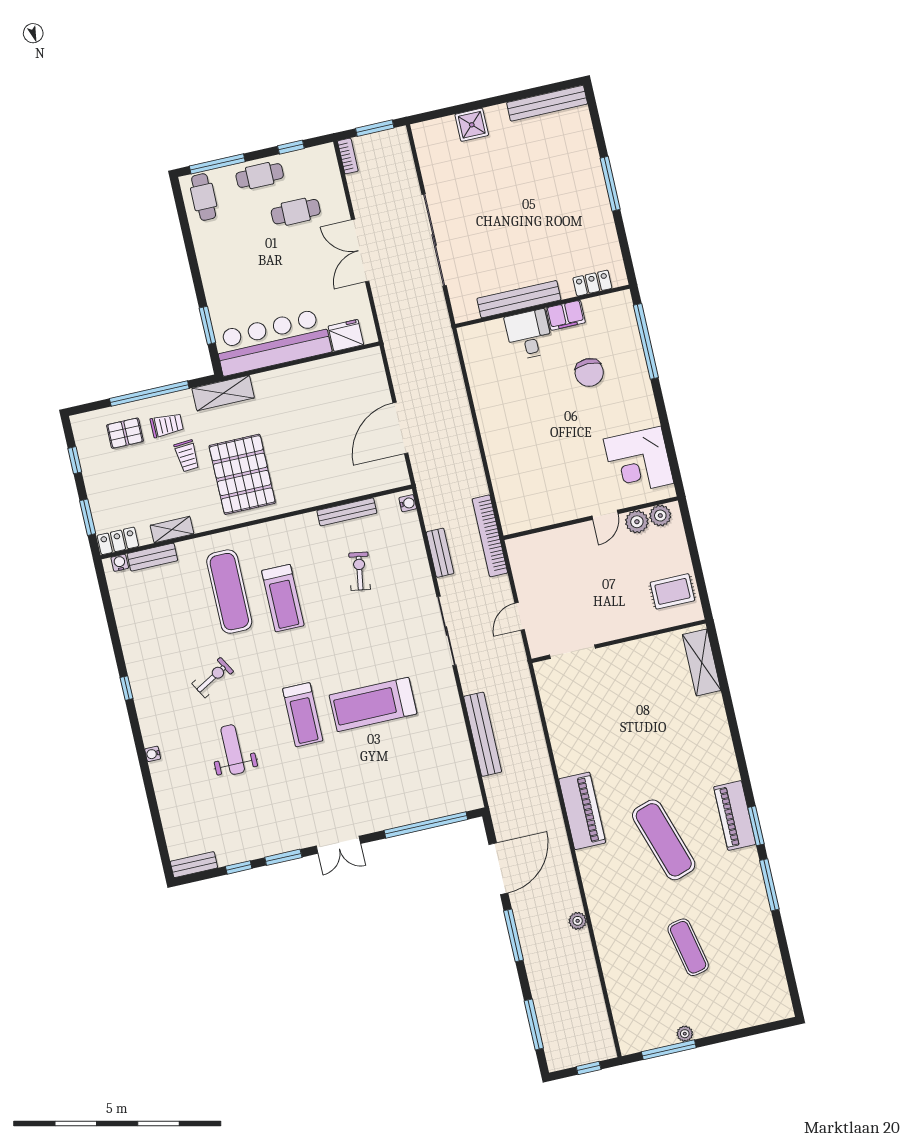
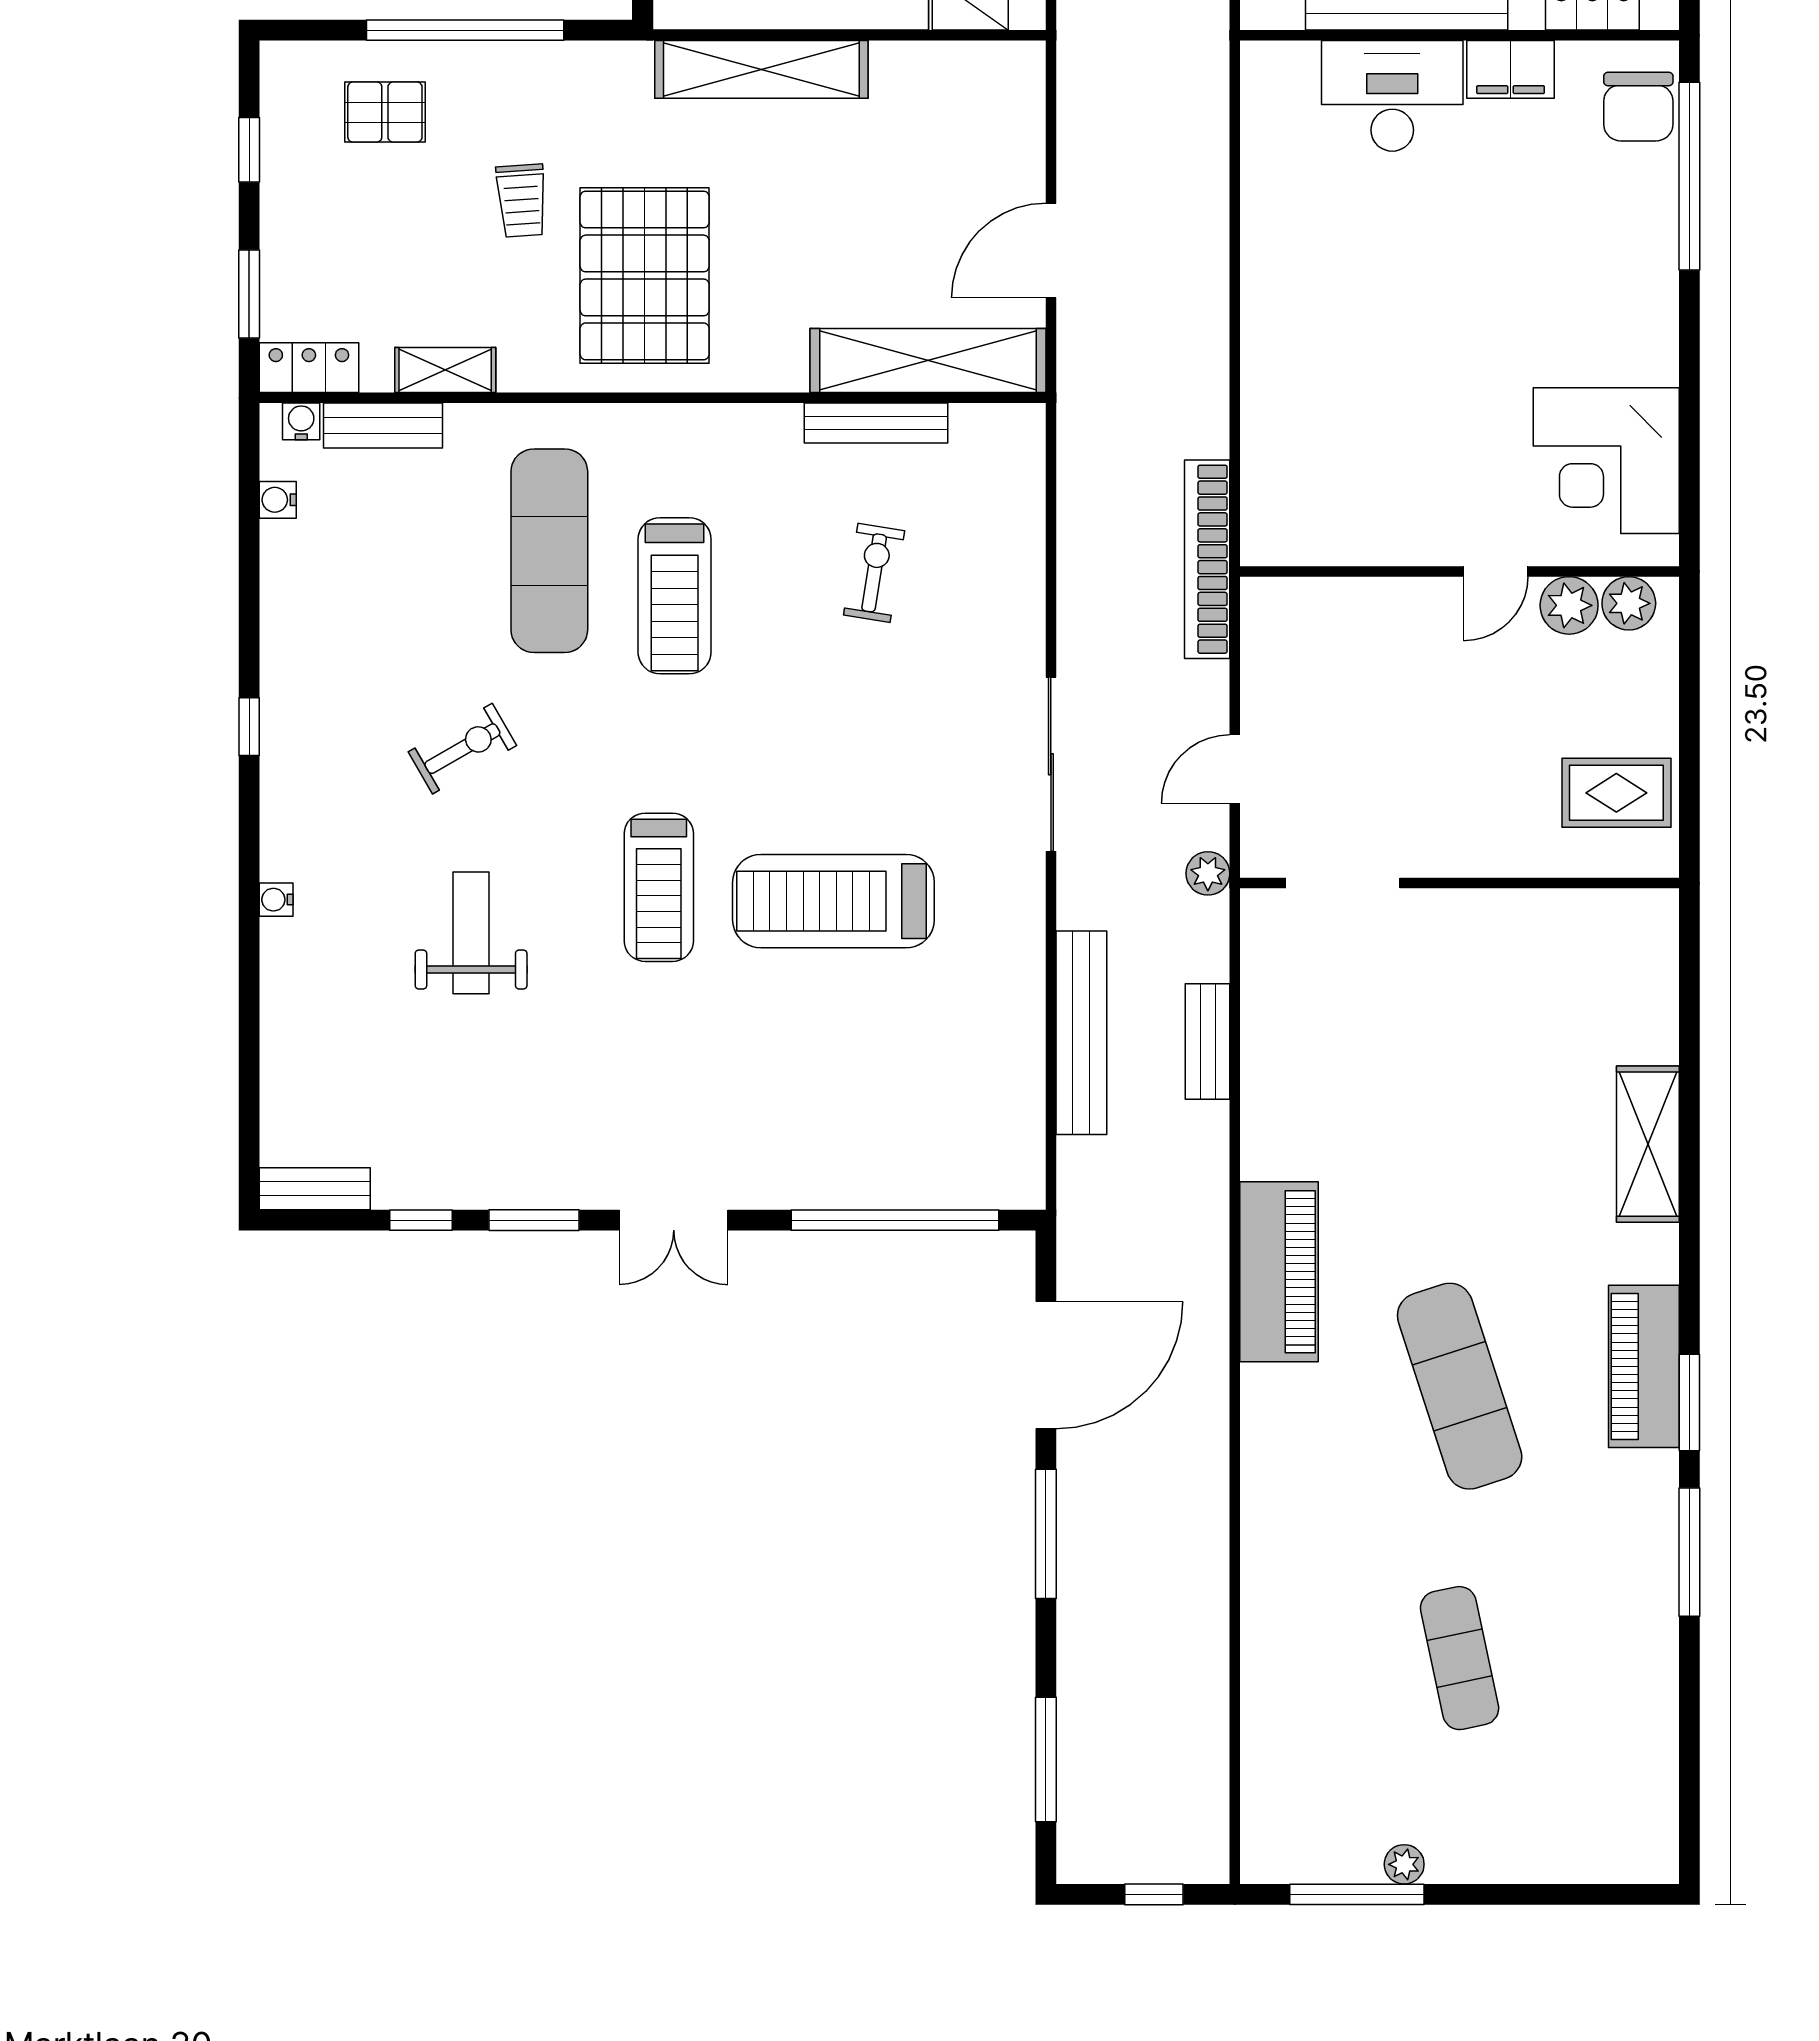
desk: (529, 335) -> (1392, 96), width x1.37
chair: (589, 372) -> (1638, 107), moved
shelving: (223, 393) -> (761, 69), moved, width x1.47
trolley: (167, 425) -> (490, 116), removed
door: (400, 428) -> (1051, 250), width x0.73
shelving: (362, 483) -> (928, 361), added
water cooler: (408, 503) -> (278, 500), moved, turned 180
bench: (440, 553) -> (1208, 1042), moved
shelving: (702, 663) -> (1648, 1144), moved
plant: (578, 921) -> (1208, 873), moved

